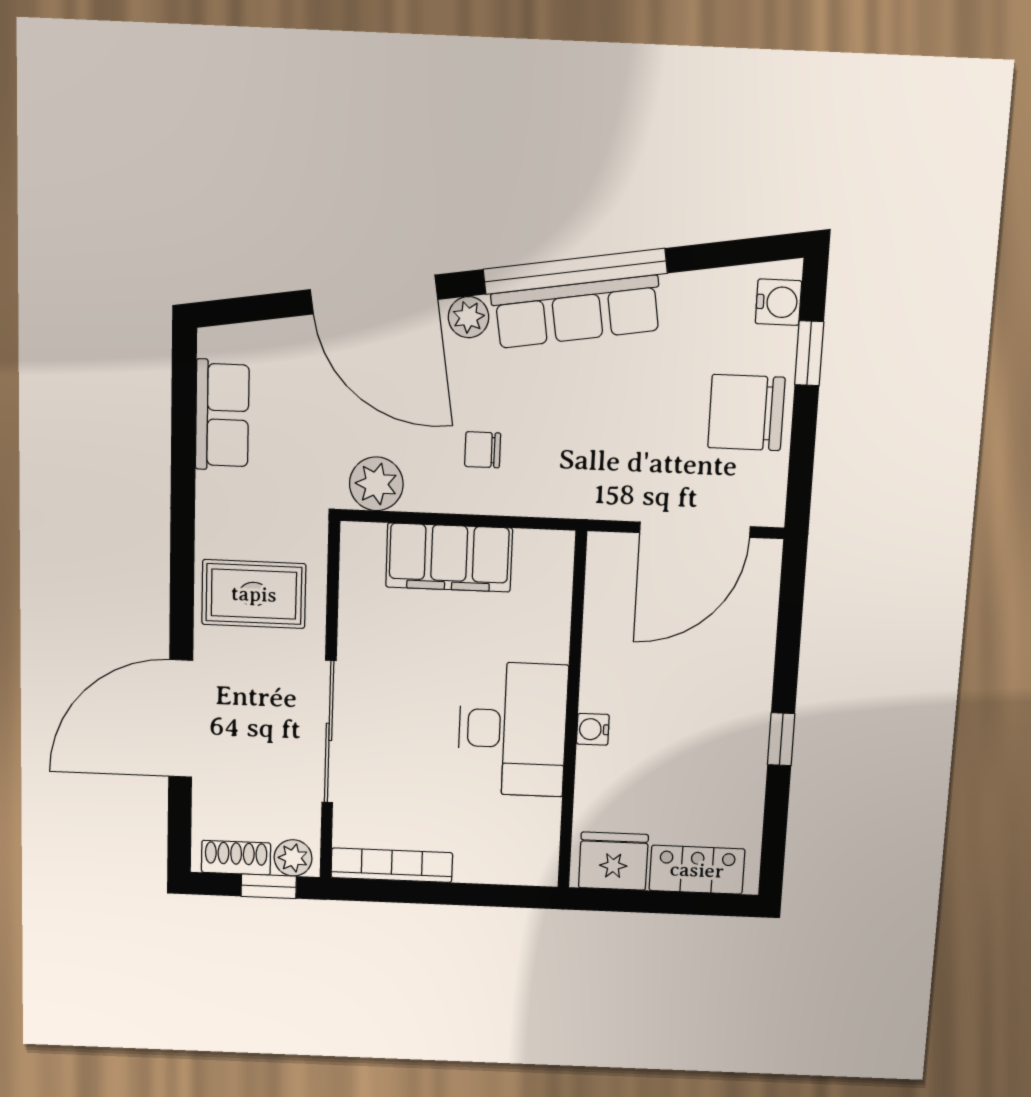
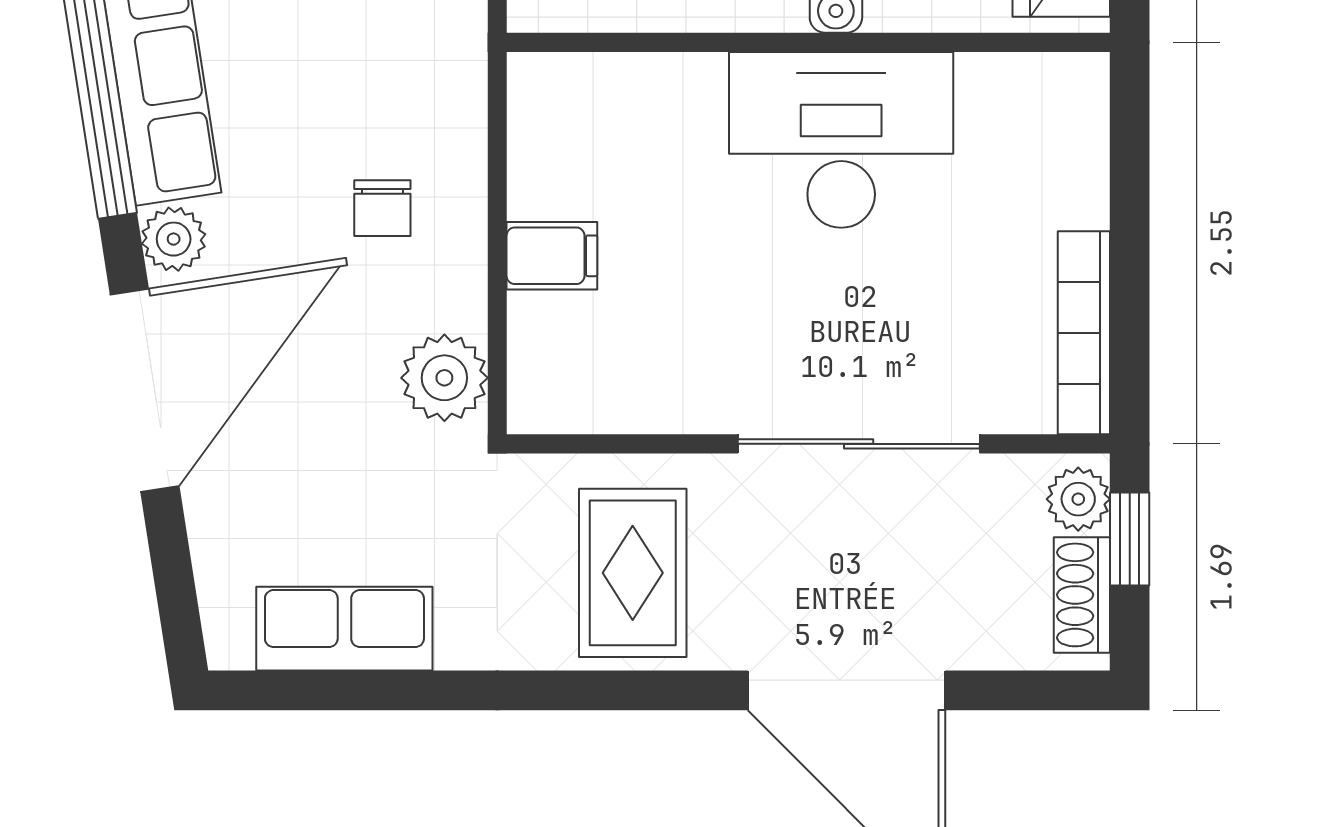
filing cabinet: (449, 558) -> (552, 256), width x0.33, depth x0.86

